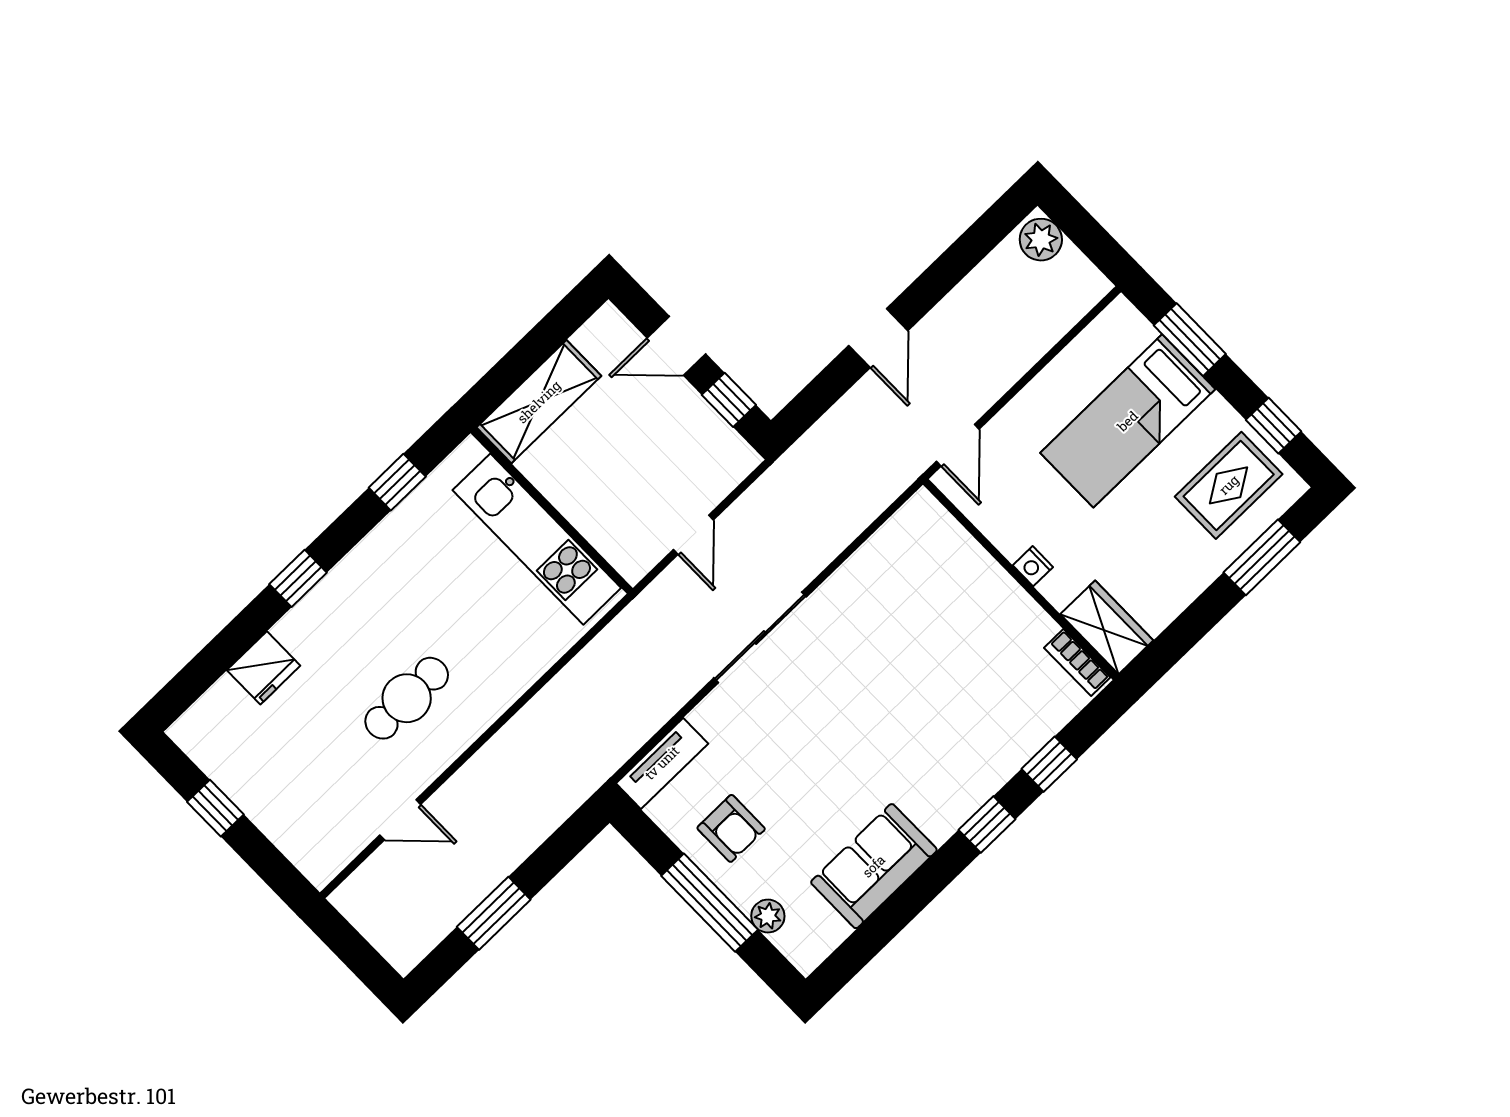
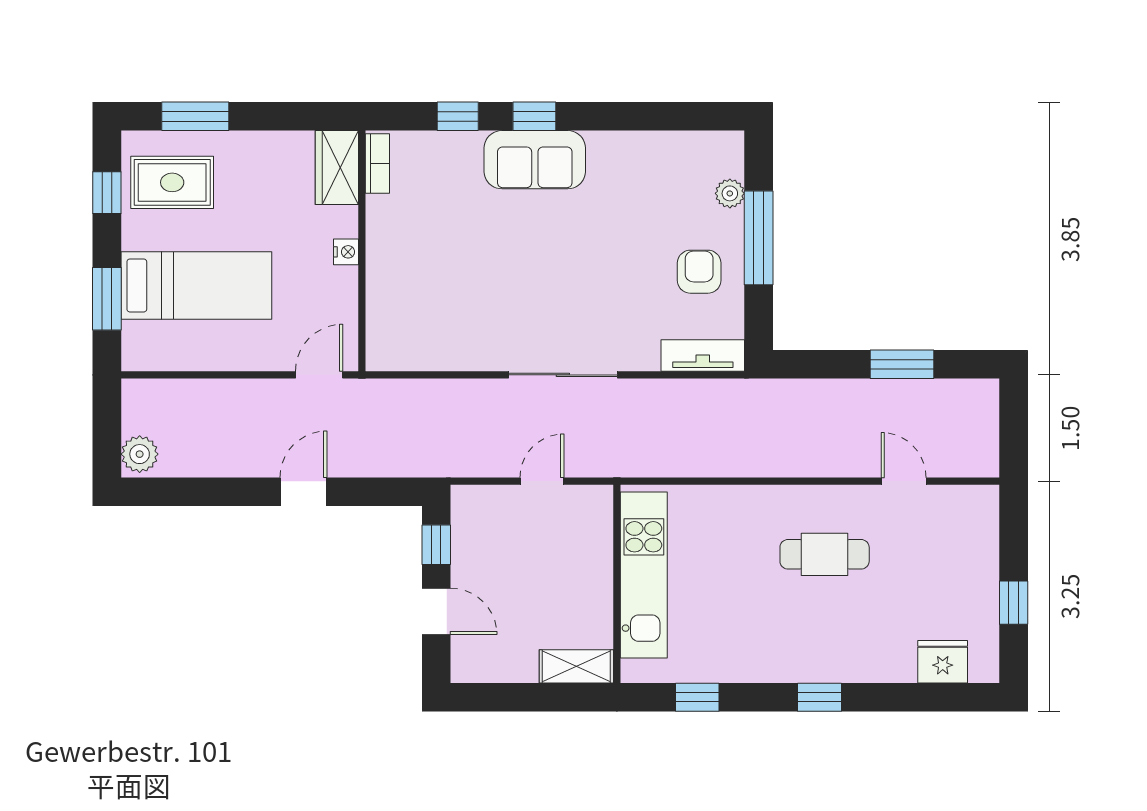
shelving: (539, 402) -> (576, 666), width x0.67, depth x0.75
fridge: (264, 668) -> (943, 662), moved
sofa: (874, 866) -> (535, 160), moved

